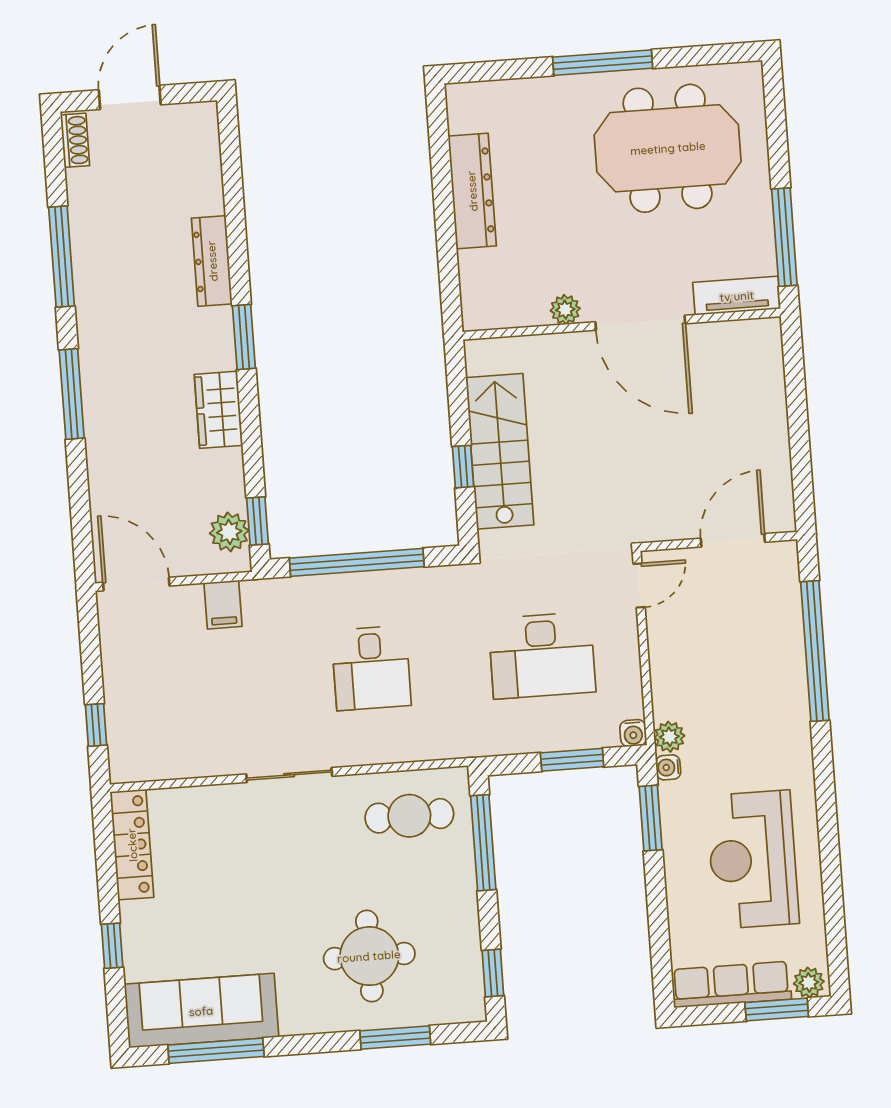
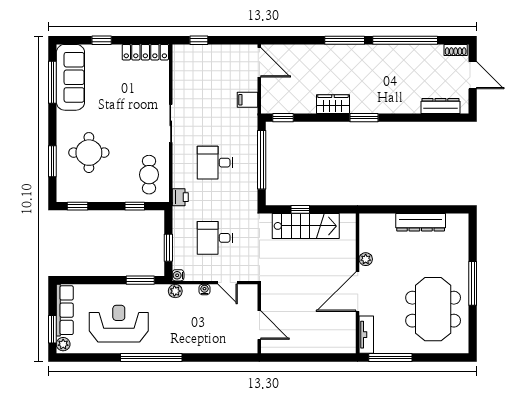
window: (62, 257) -> (405, 40), width x1.46
dresser: (212, 261) -> (440, 106), moved
plant: (229, 532) -> (279, 105), removed
door: (136, 584) -> (259, 62), hinge flipped
door: (639, 585) -> (228, 283), moved
window: (815, 651) -> (151, 358), moved
desk: (542, 655) -> (215, 238), width x0.73
printer: (455, 741) -> (180, 197), added
water cooler: (668, 767) -> (205, 290), moved
window: (483, 843) -> (135, 206), width x0.46

